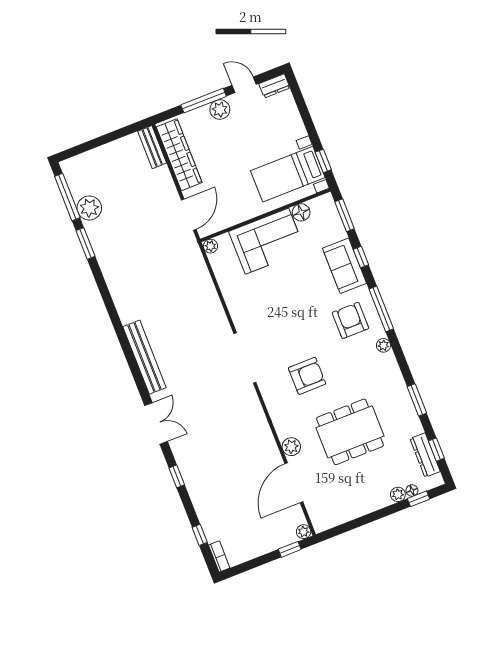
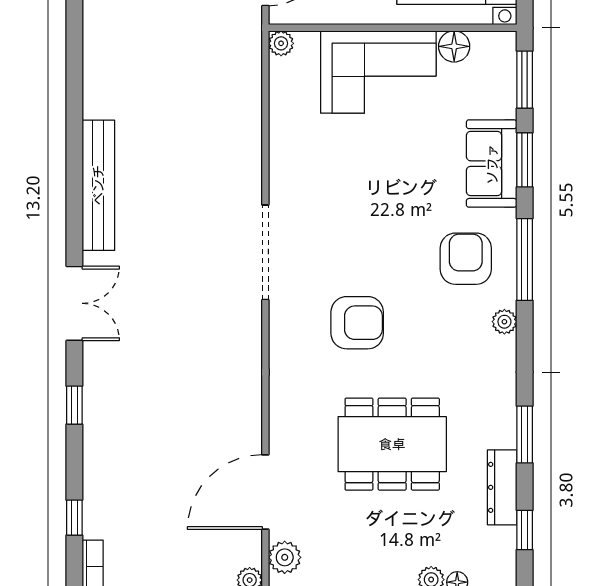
window: (361, 257) -> (525, 160), width x1.50
plant: (291, 447) -> (285, 557), moved
dresser: (425, 455) -> (502, 487), moved

